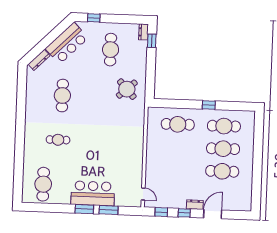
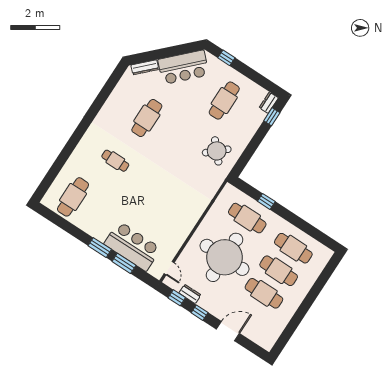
window: (209, 105) -> (266, 201), moved
round table: (178, 162) -> (224, 257), added
bar counter: (93, 193) -> (132, 246), moved
dresser: (195, 205) -> (190, 294), moved

